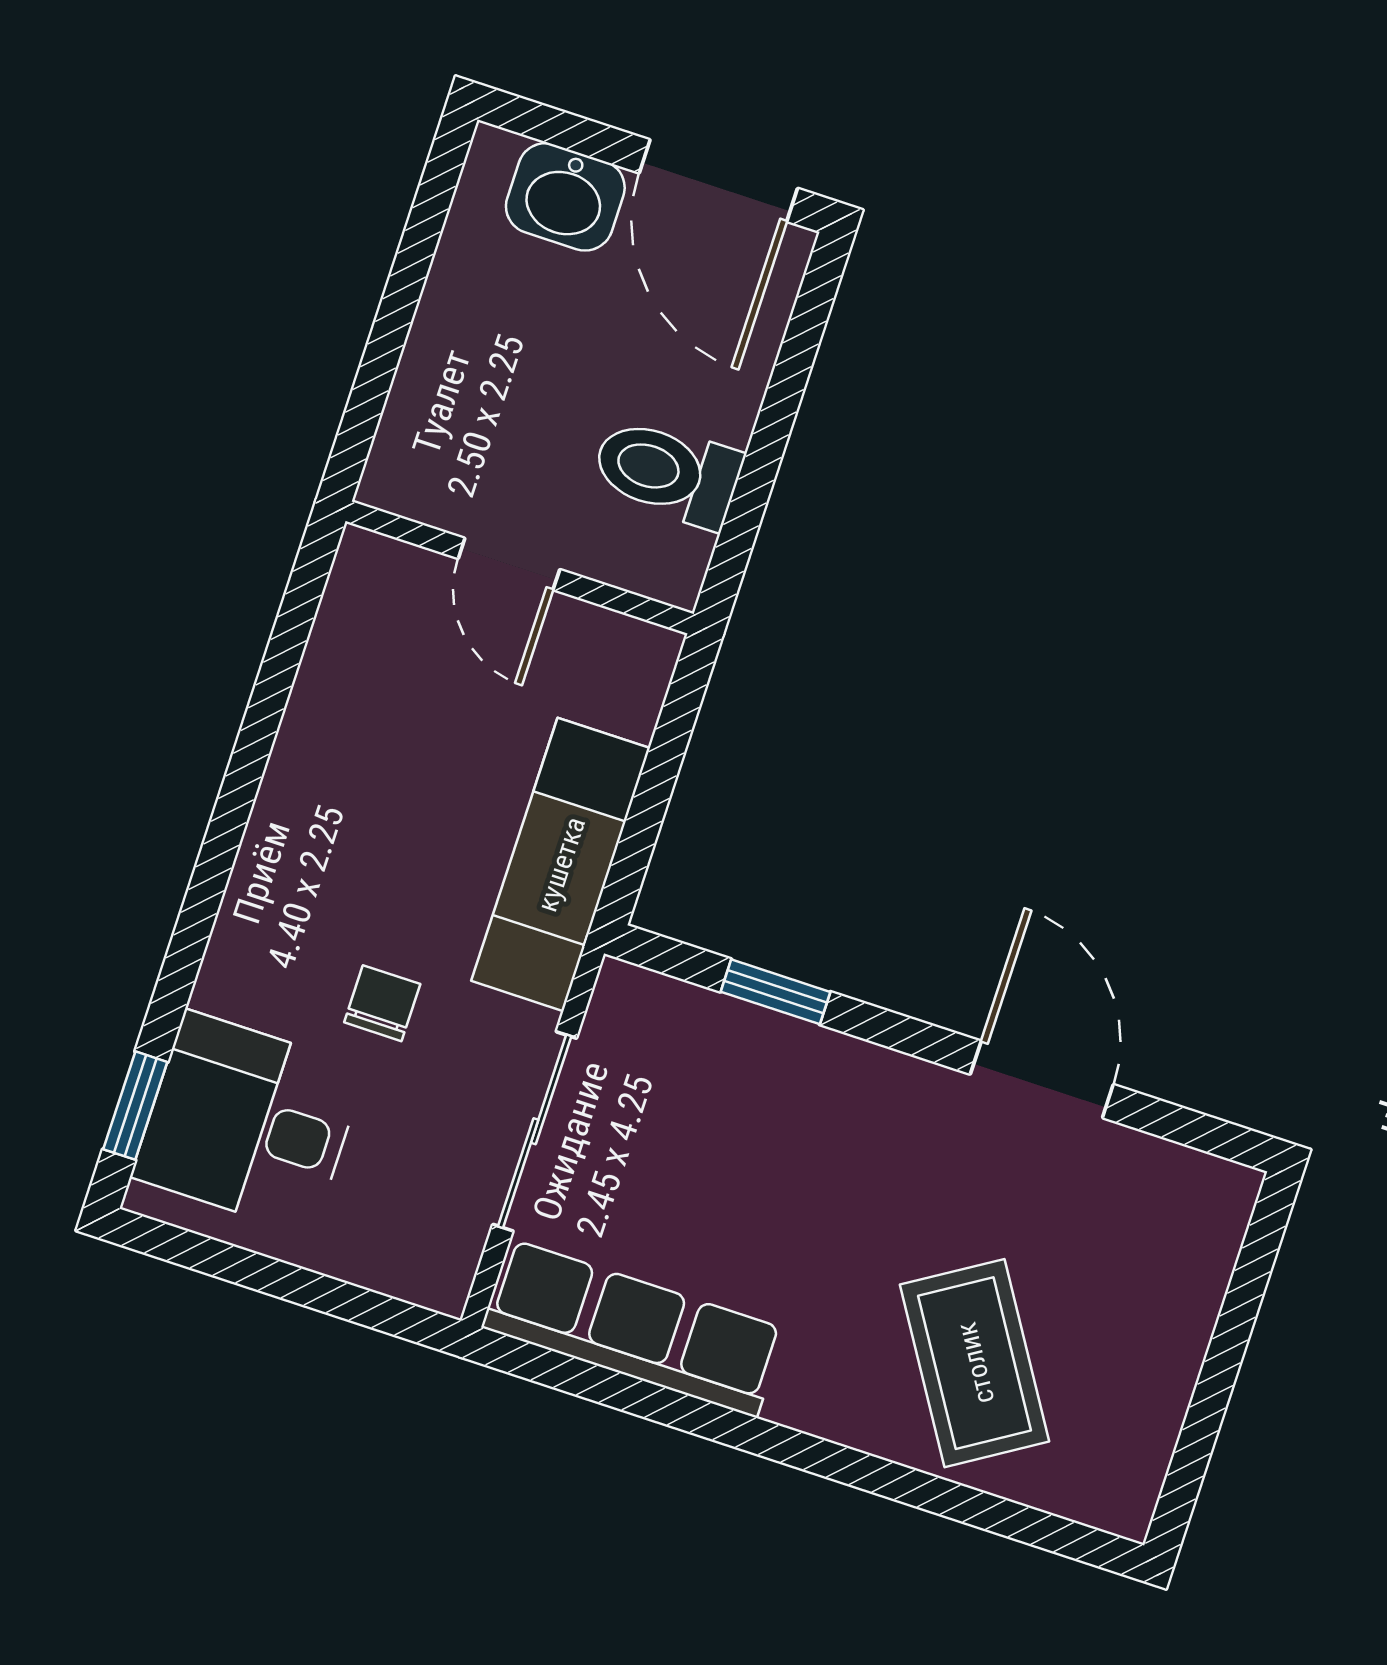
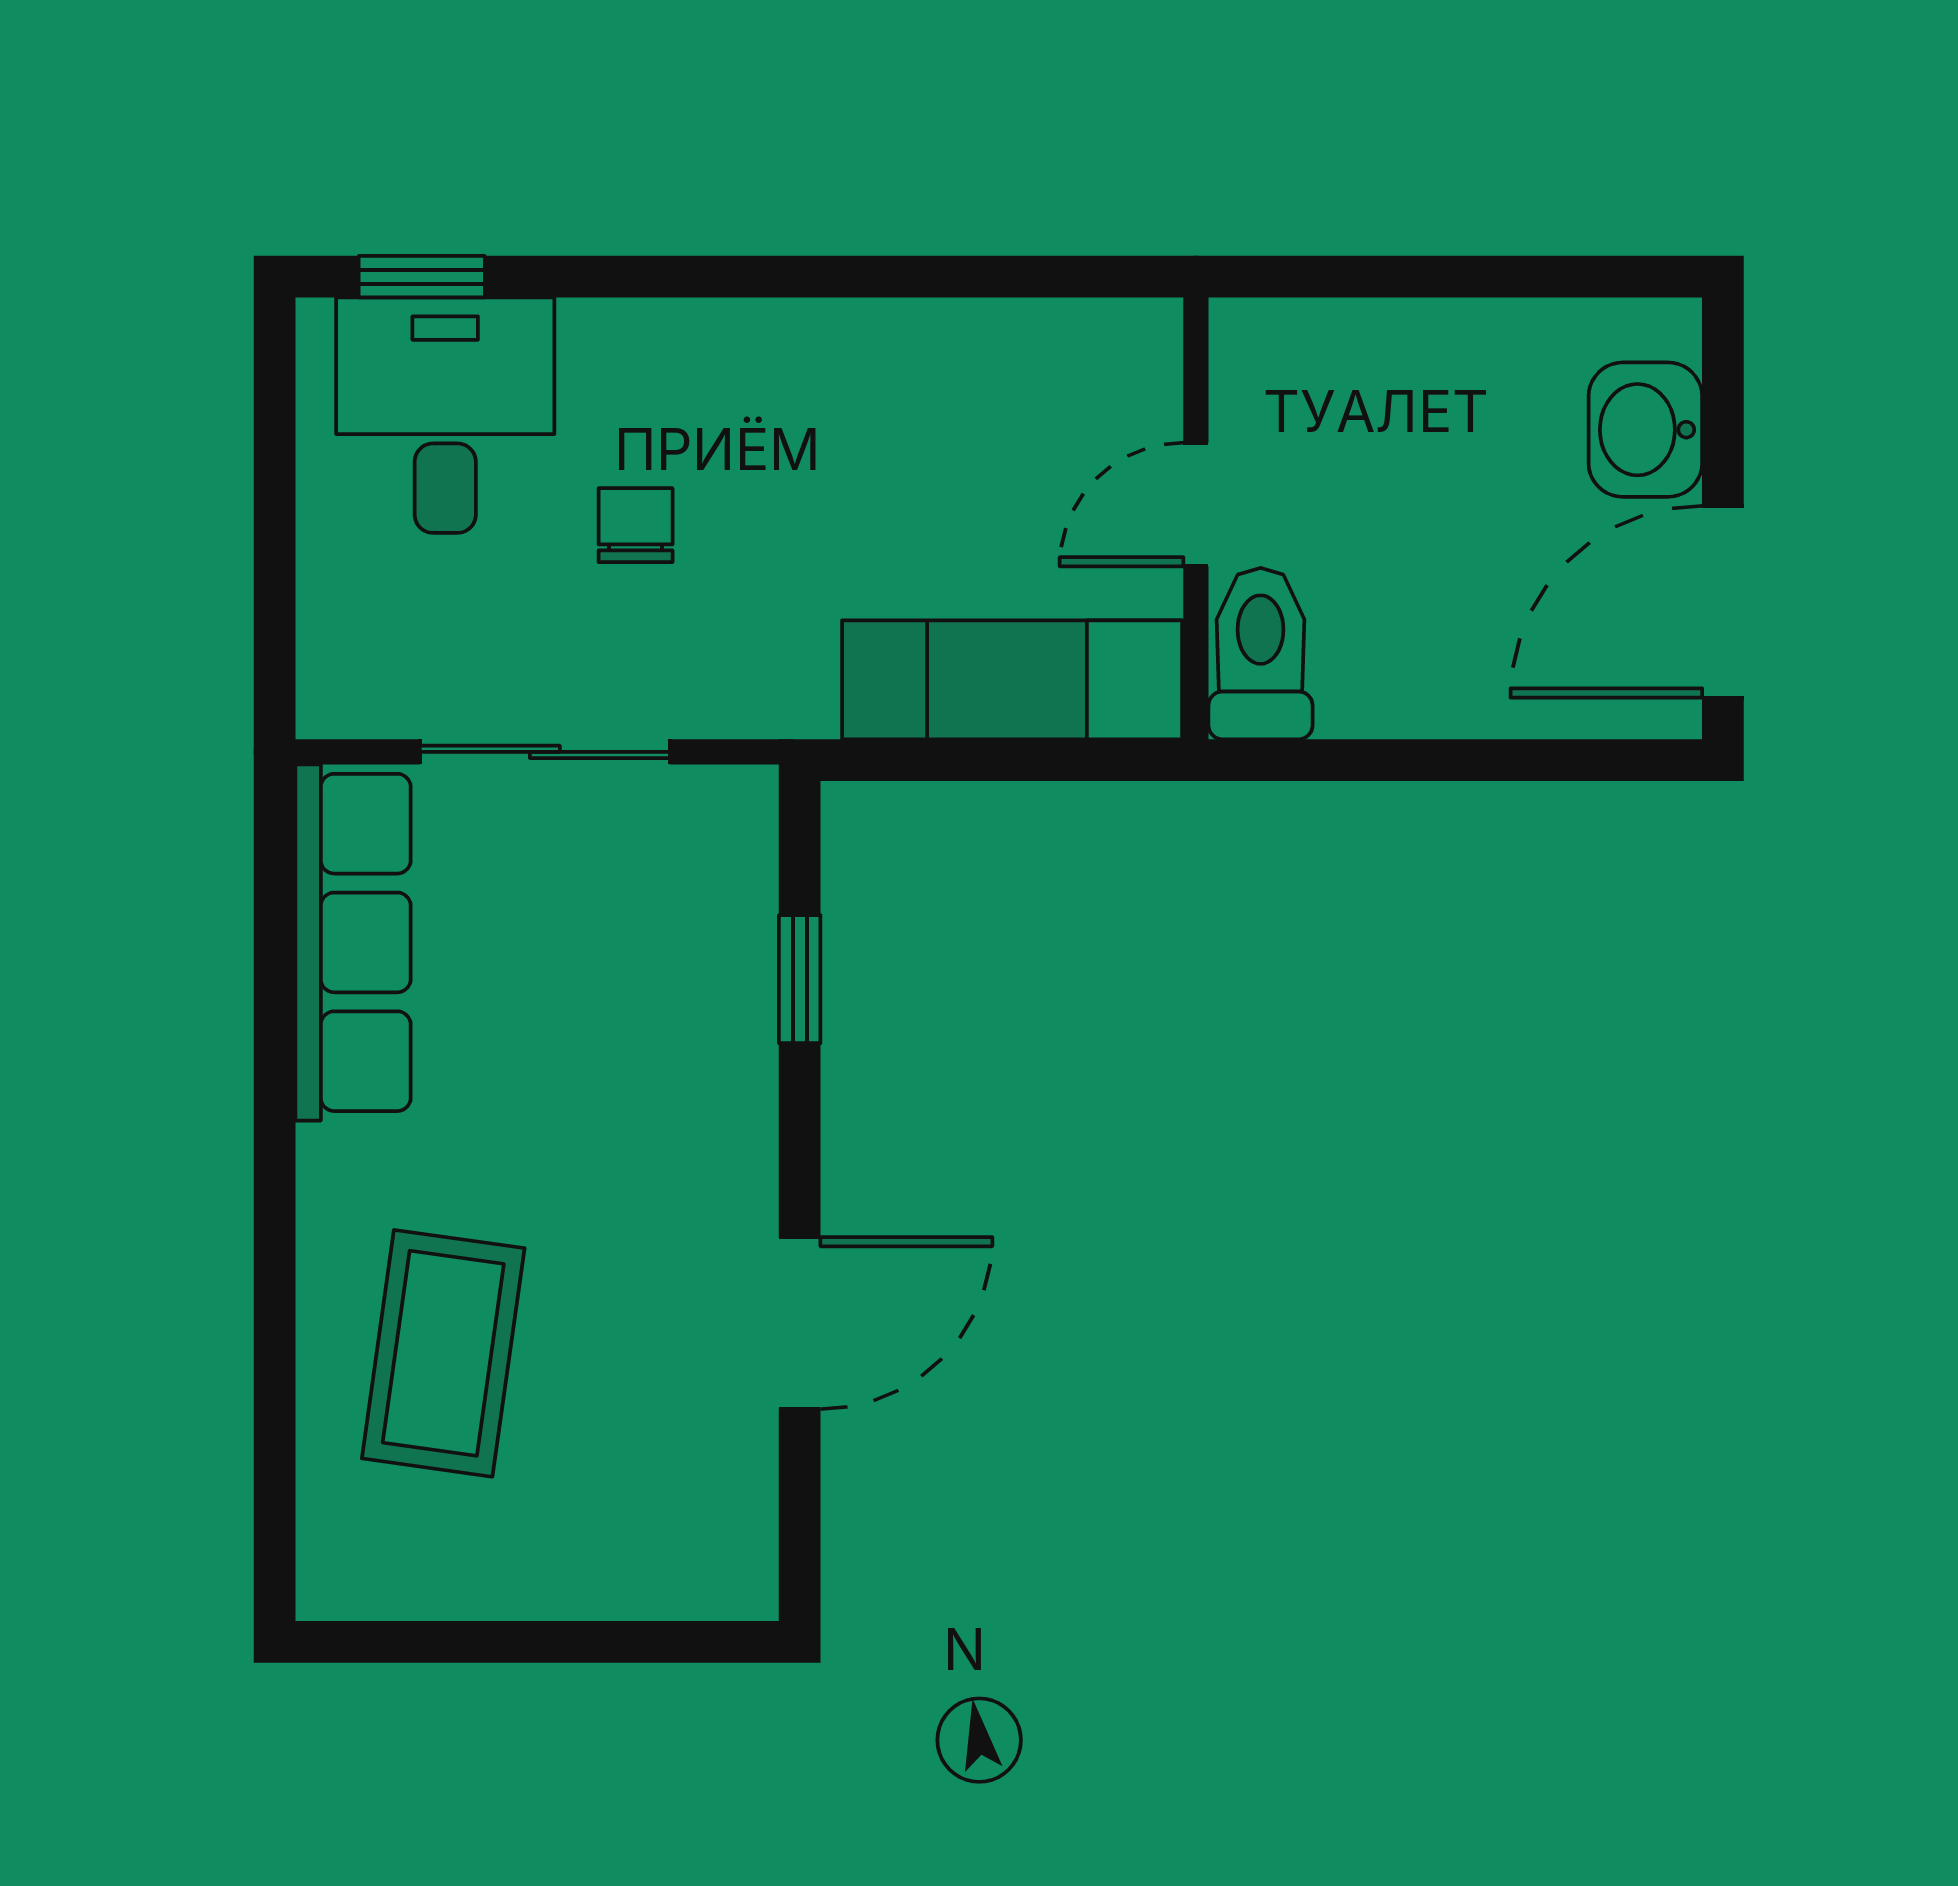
toilet: (667, 472) -> (1261, 654), moved
exam couch: (561, 864) -> (1012, 680), moved
chair: (382, 1003) -> (636, 525), turned -90
coffee table: (975, 1363) -> (443, 1353), turned -50

